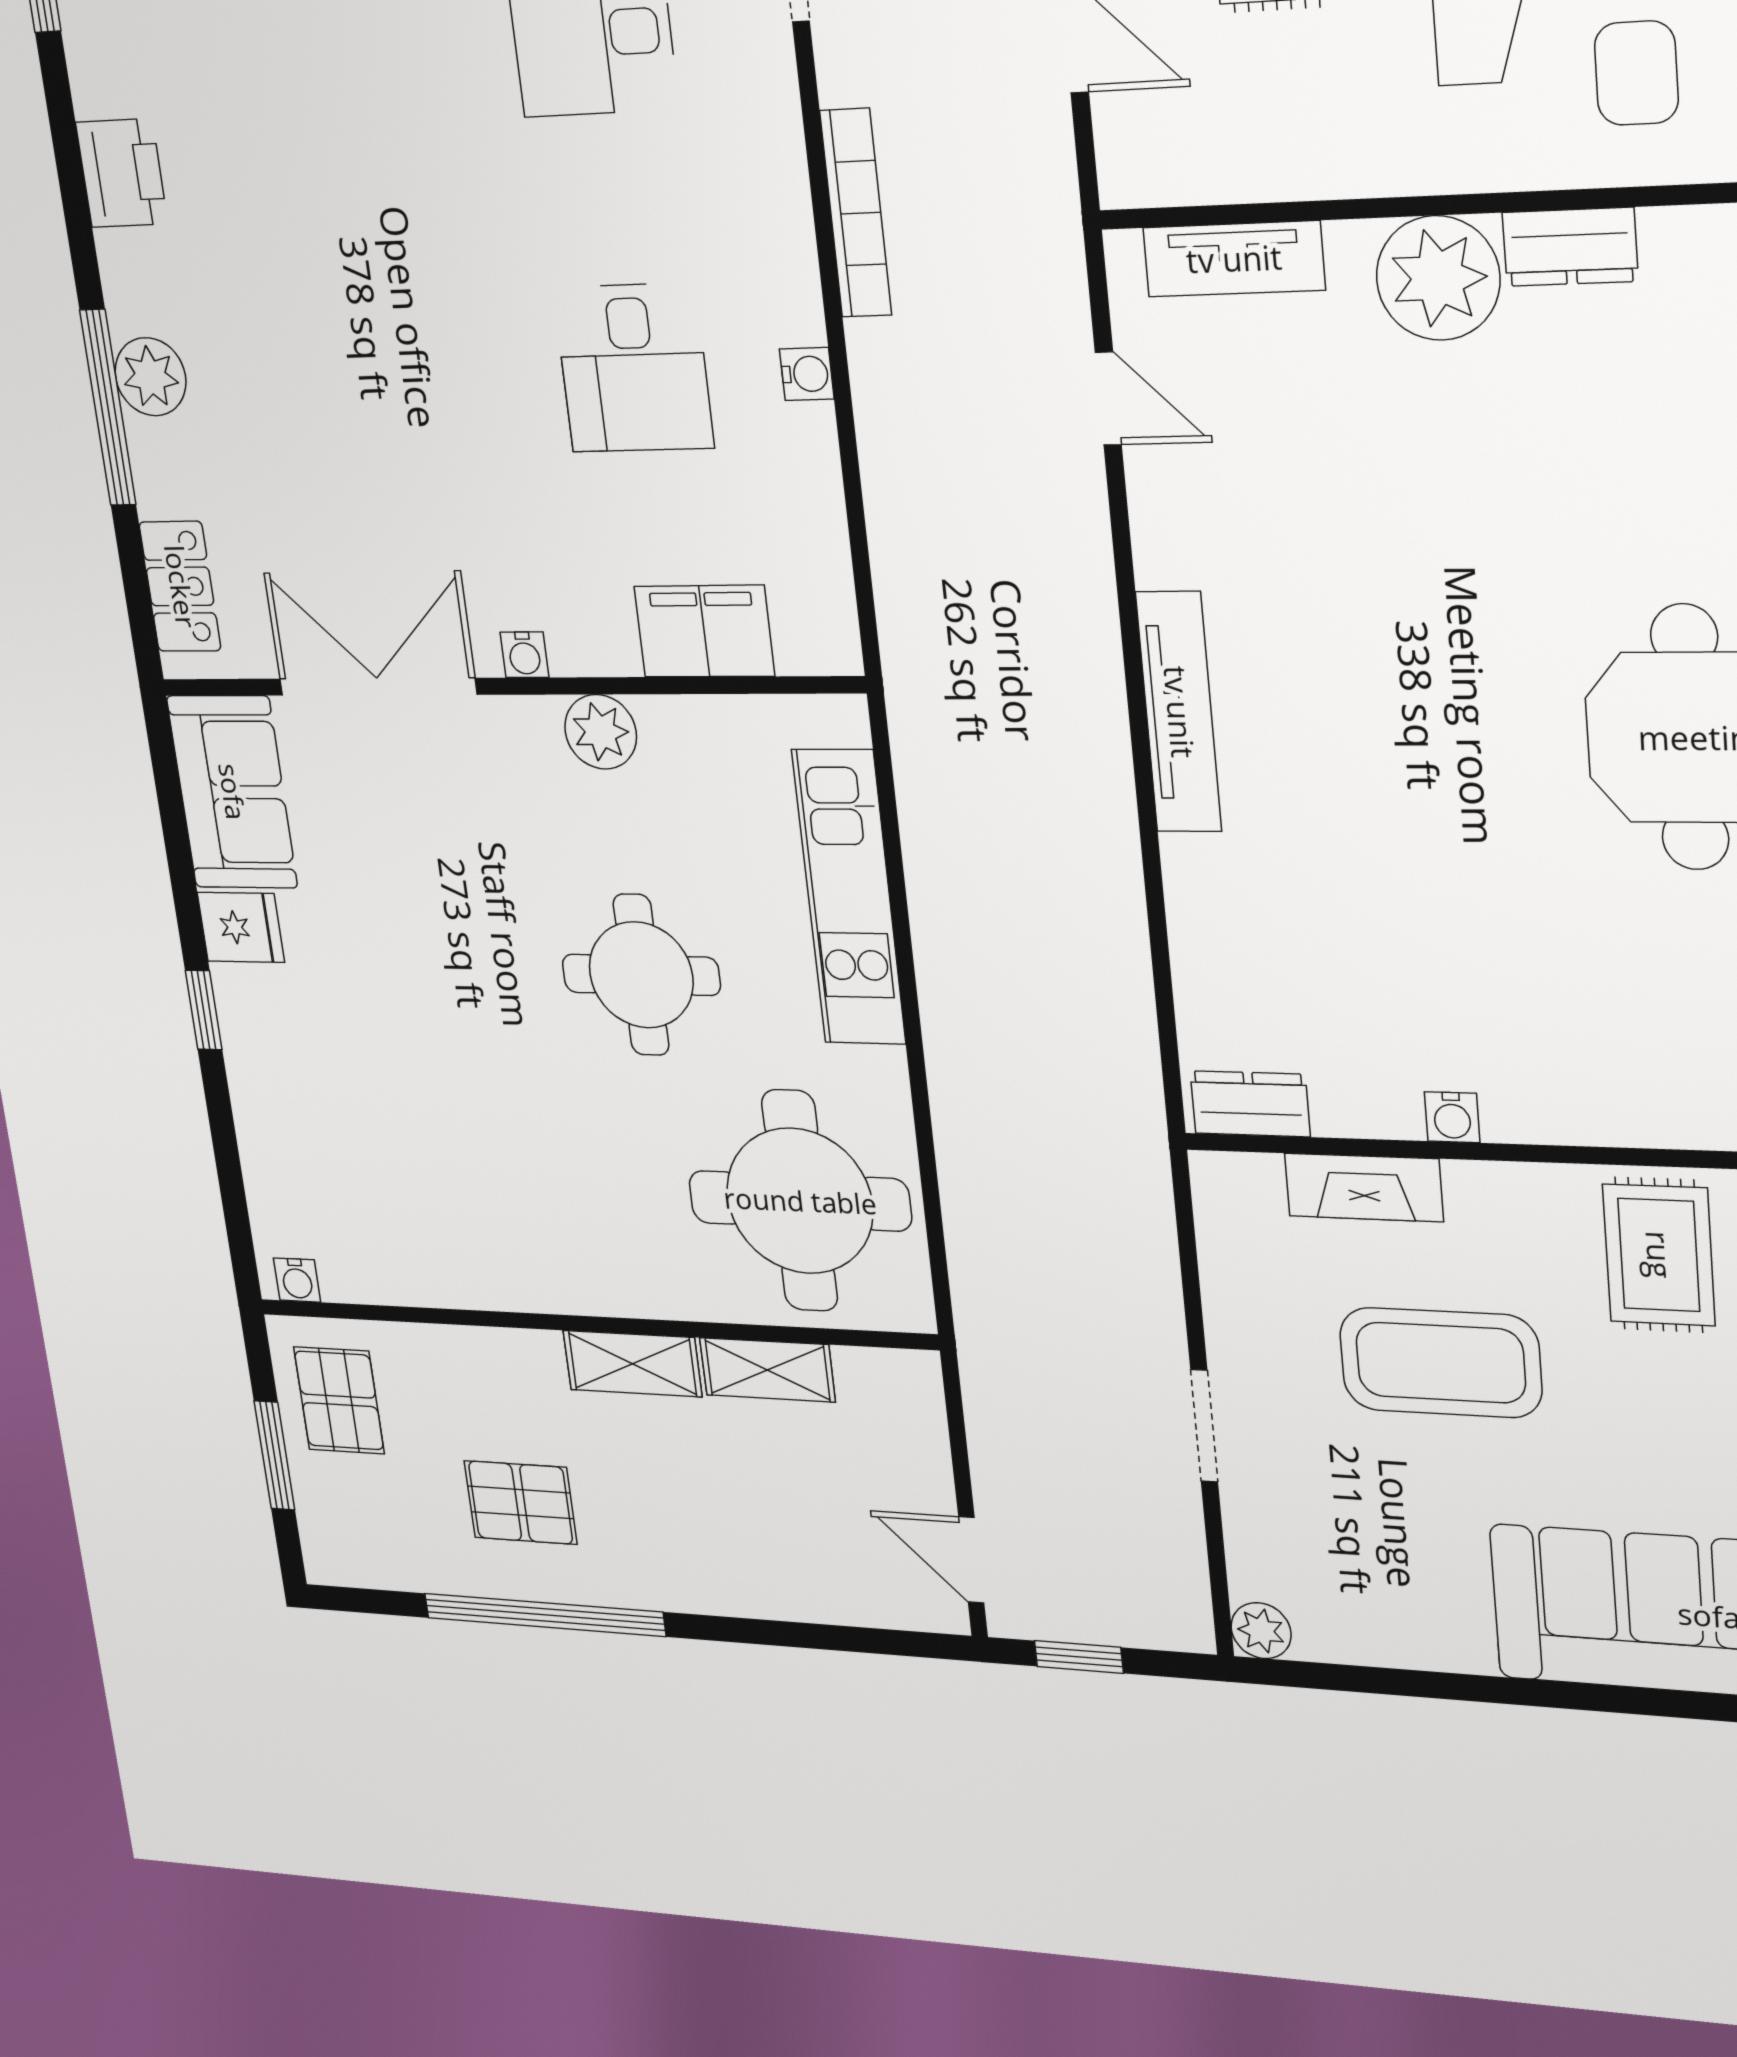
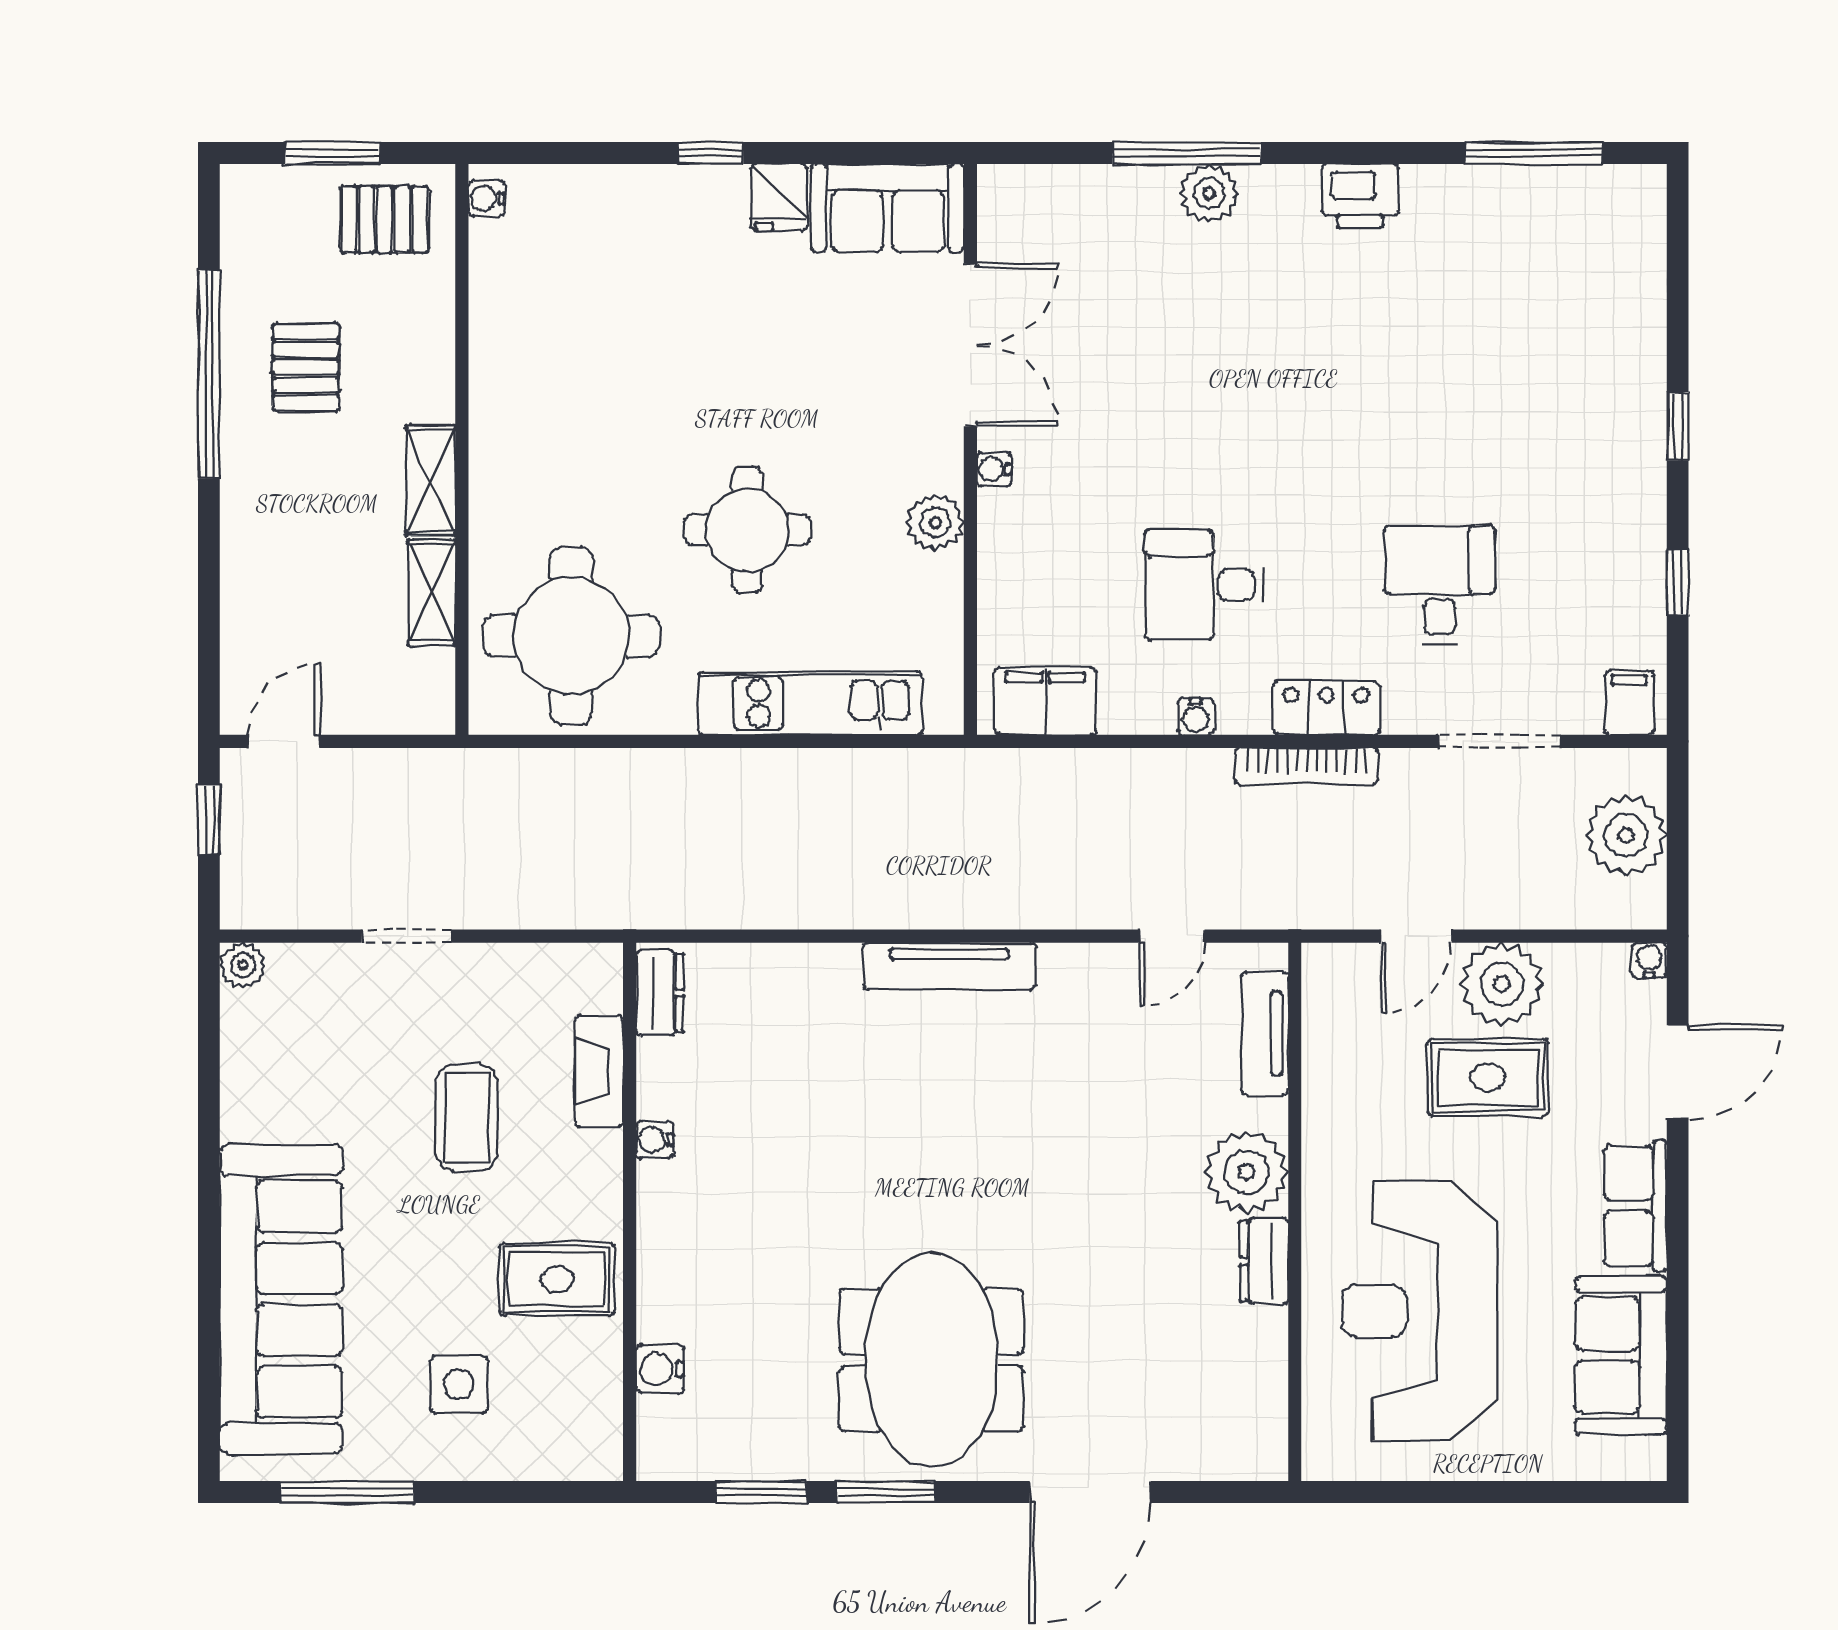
locker: (180, 586) -> (1326, 708), moved, turned 180
filing cabinet: (704, 631) -> (1045, 701), moved, turned -90
coffee table: (1440, 1363) -> (467, 1118), width x0.73, depth x0.76

